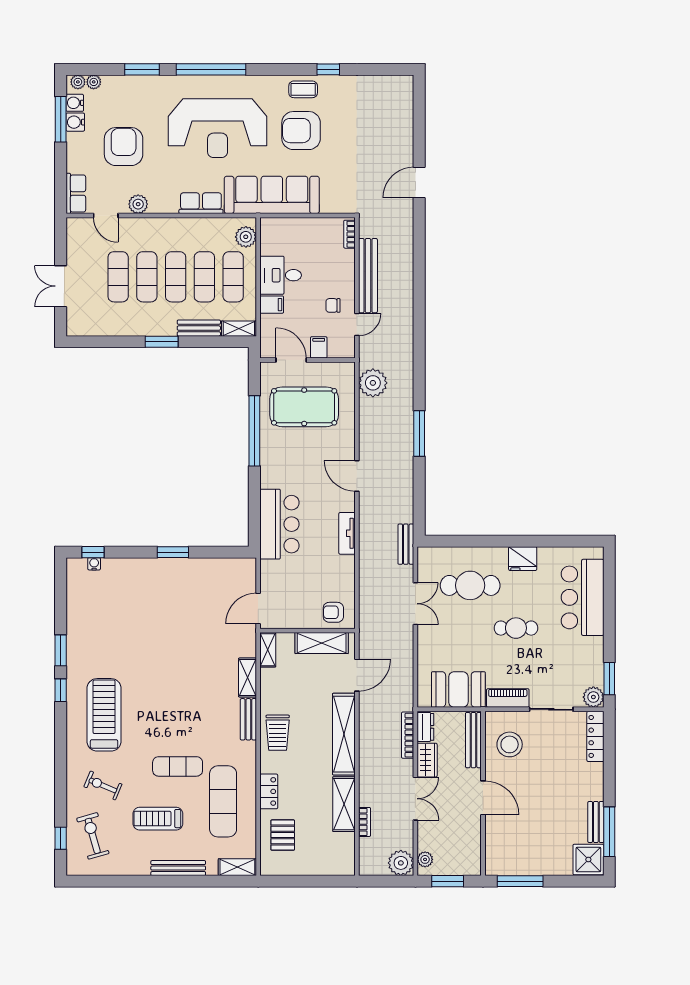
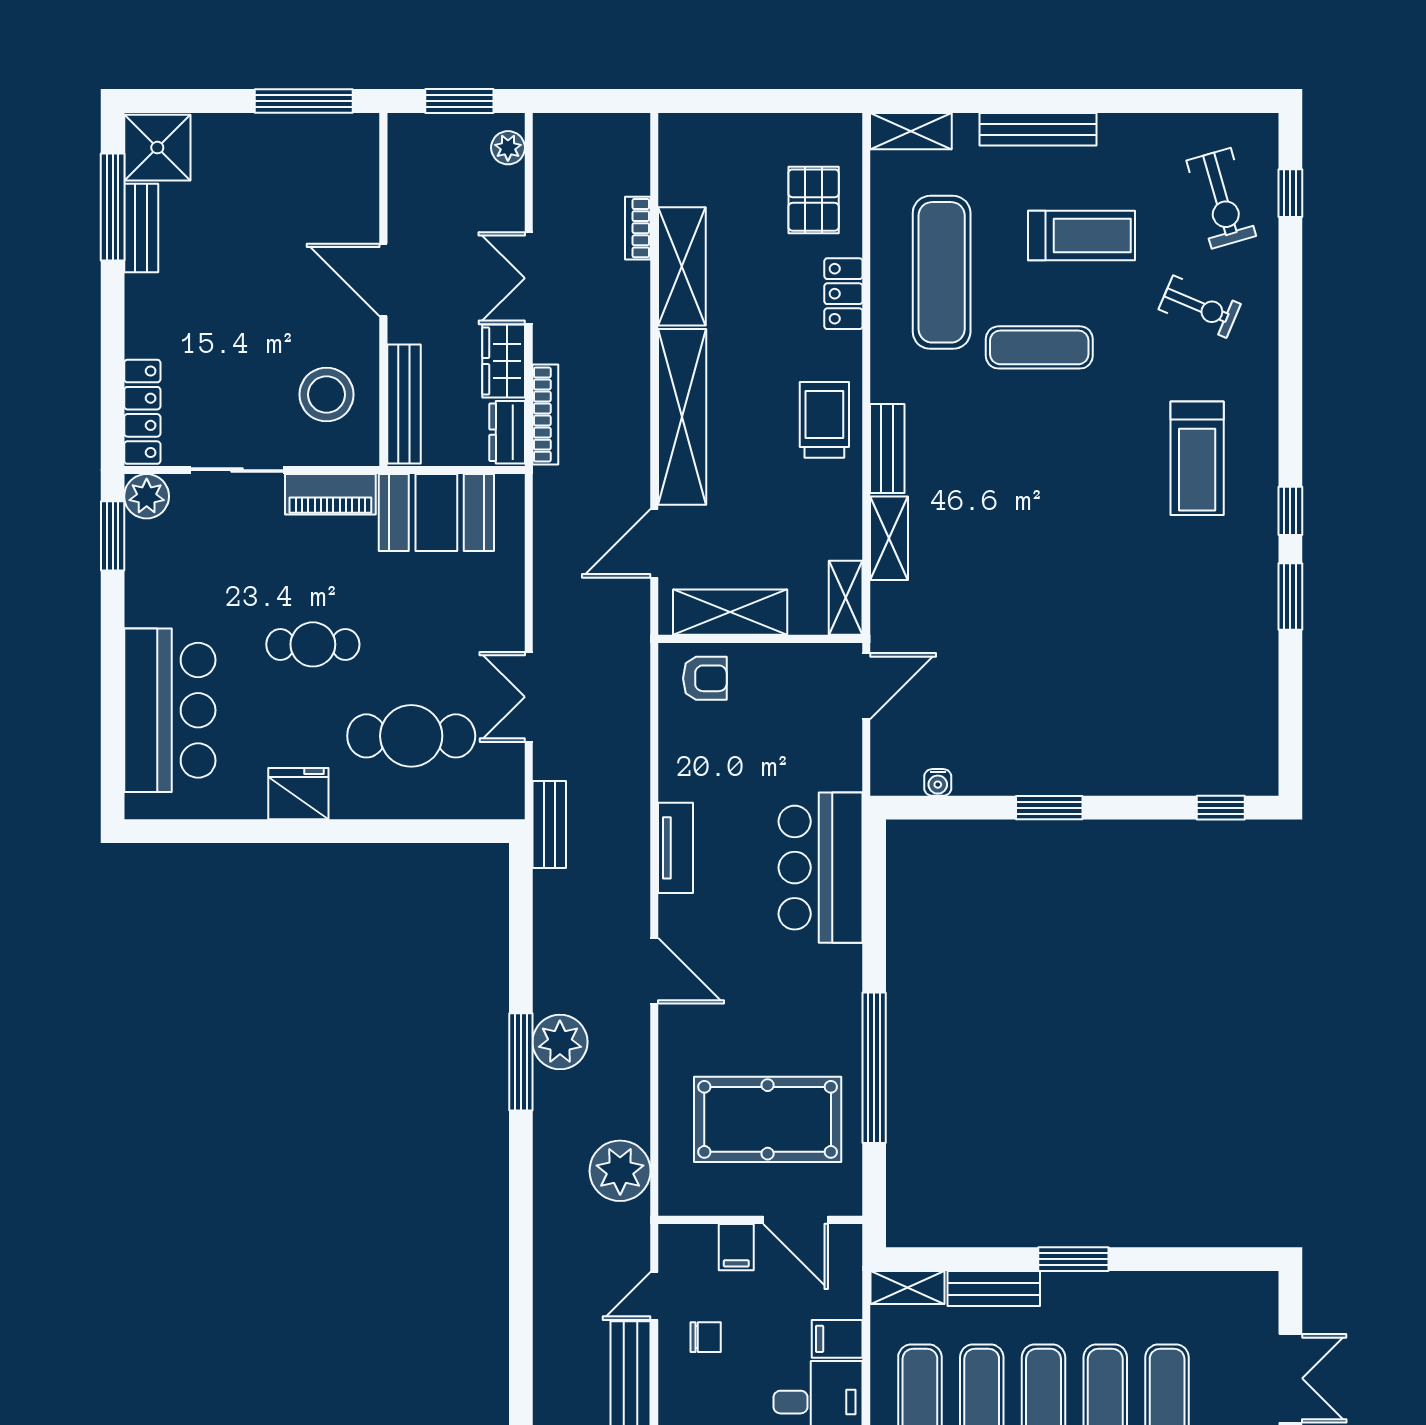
water cooler: (94, 564) -> (938, 782), moved
treadmill: (104, 715) -> (1197, 458), width x0.73, depth x0.73
plant: (401, 863) -> (560, 1042), moved

